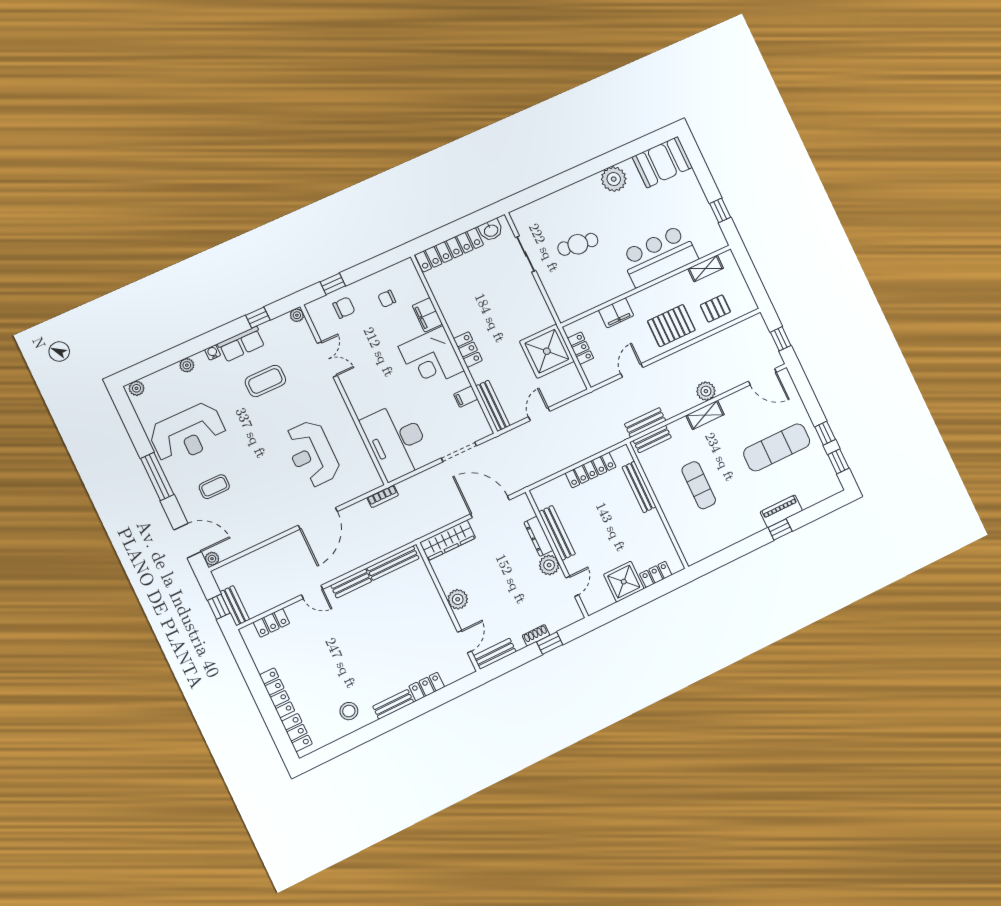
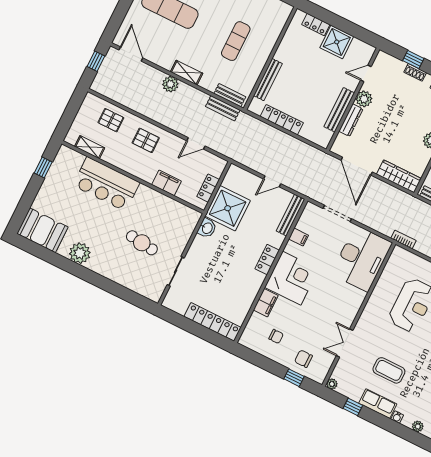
washbasin: (491, 230) -> (207, 228), moved, turned 90
pallet: (671, 326) -> (146, 140), width x0.67, depth x0.71

